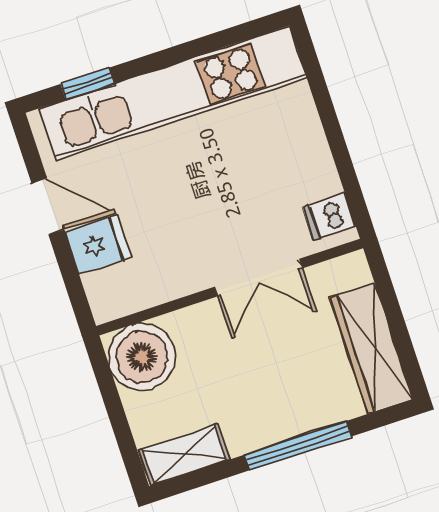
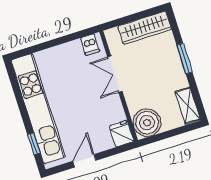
fridge: (98, 245) -> (122, 134), moved
double door: (258, 278) -> (115, 74), swing flipped
window: (298, 446) -> (184, 59), width x0.69

